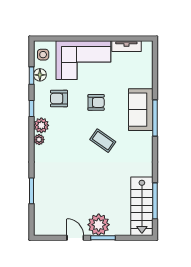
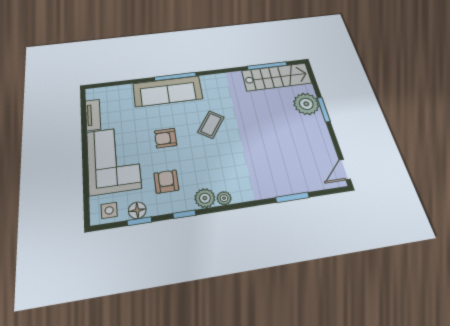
armchair: (59, 99) -> (166, 182), turned 180
armchair: (96, 102) -> (166, 138), turned -90
sofa: (141, 110) -> (168, 91), width x1.36
plant: (99, 225) -> (306, 104), moved
door: (75, 238) -> (345, 170), moved

